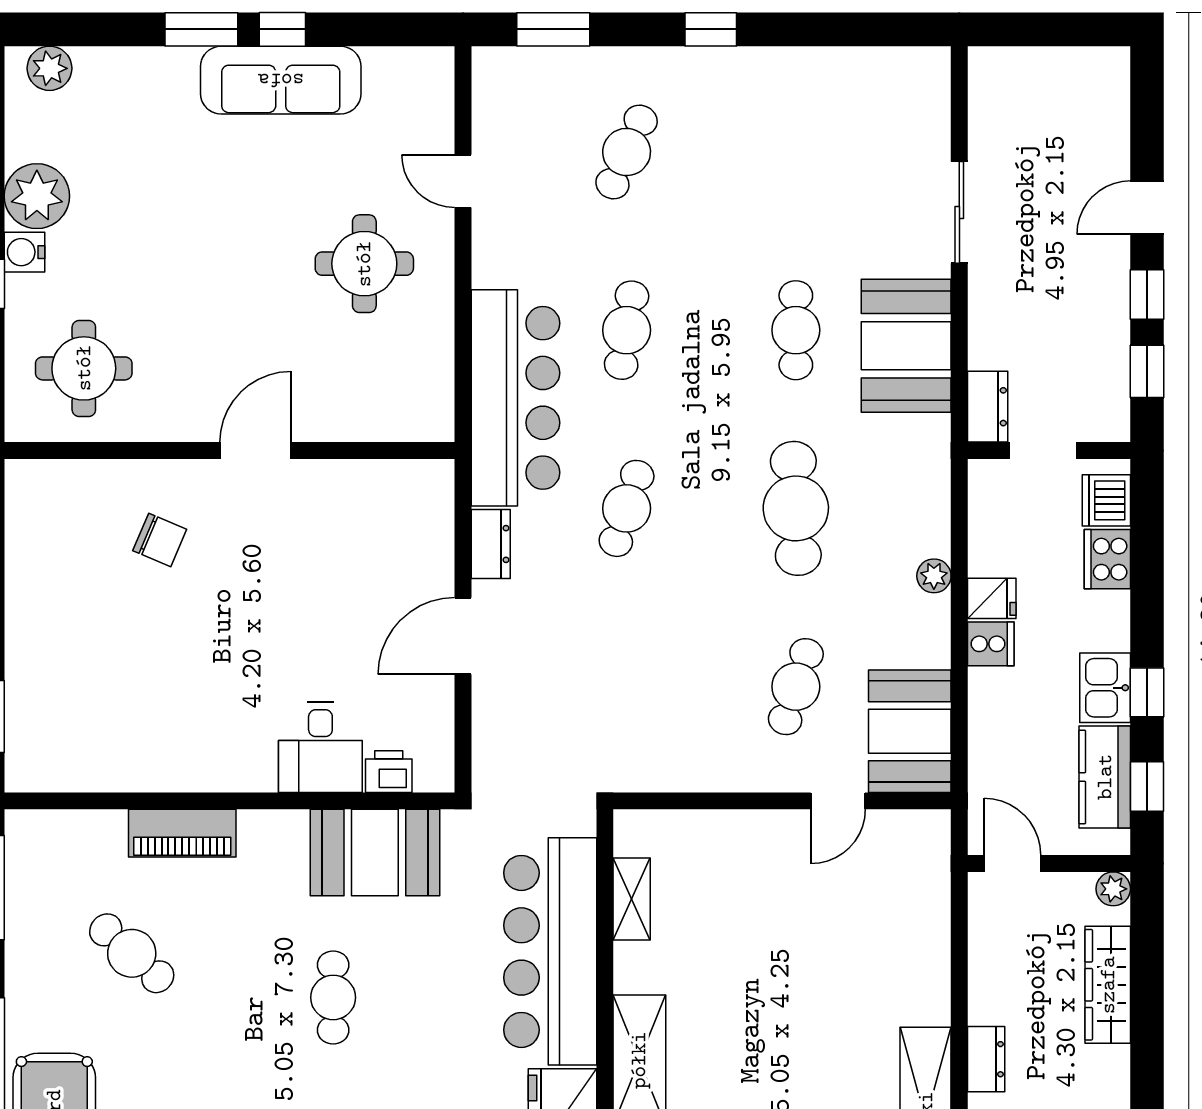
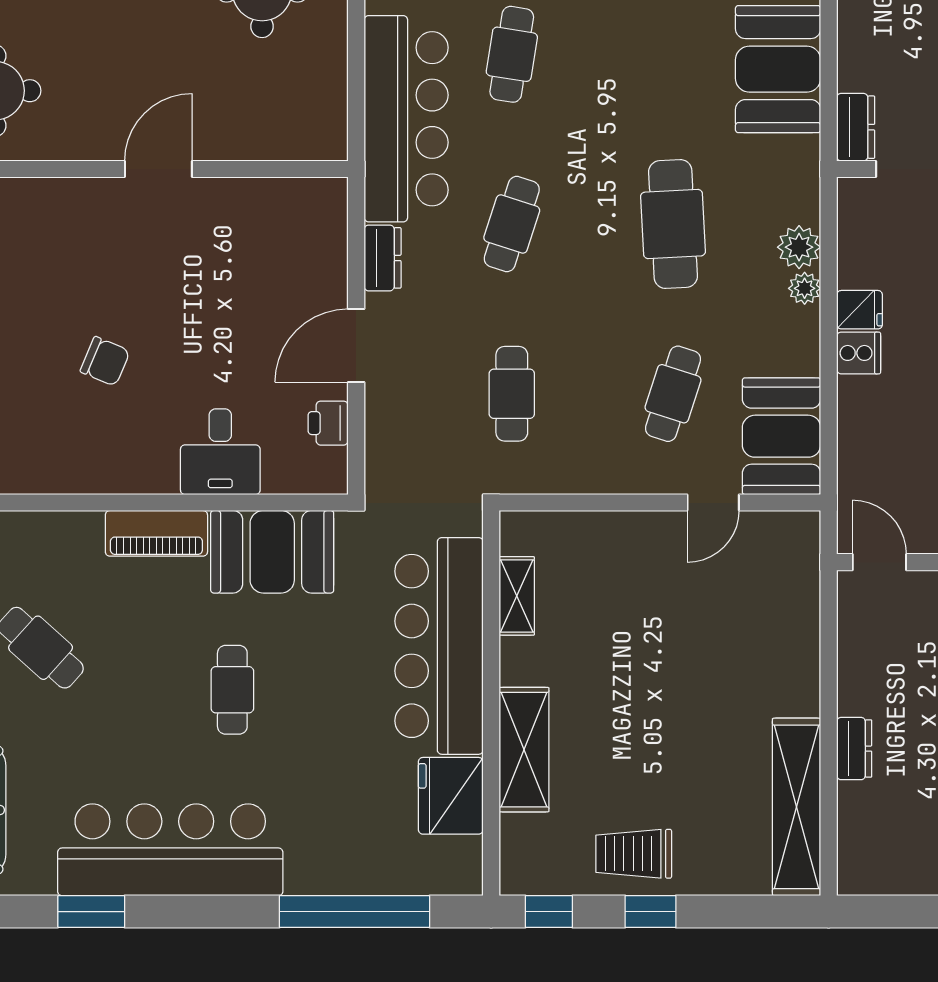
cafe table: (796, 330) -> (512, 394), moved
plant: (928, 533) -> (799, 247), added
chair: (160, 540) -> (105, 361), moved
printer: (389, 772) -> (328, 423), moved, turned -90
piano: (182, 833) -> (156, 533), moved

